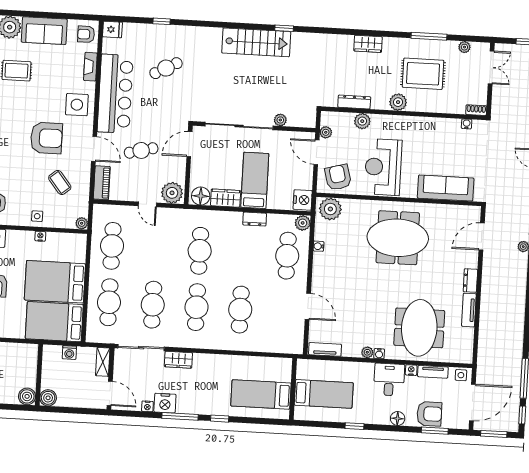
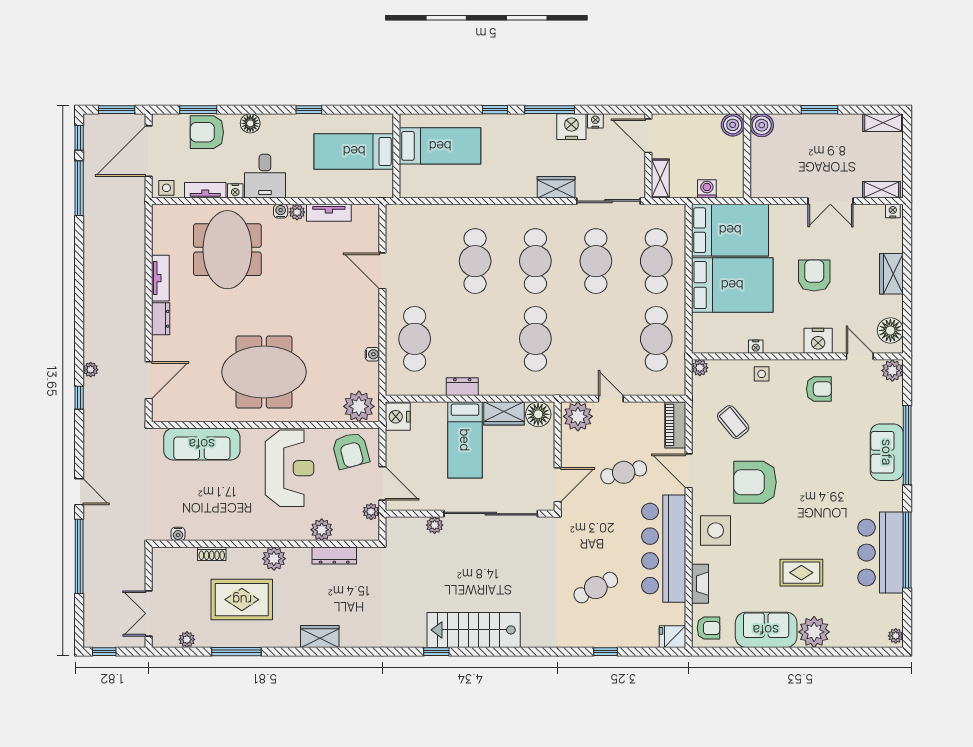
shoe rack: (476, 110) -> (212, 554), moved
plant: (303, 223) -> (396, 385), removed
tv unit: (325, 349) -> (329, 213), moved

